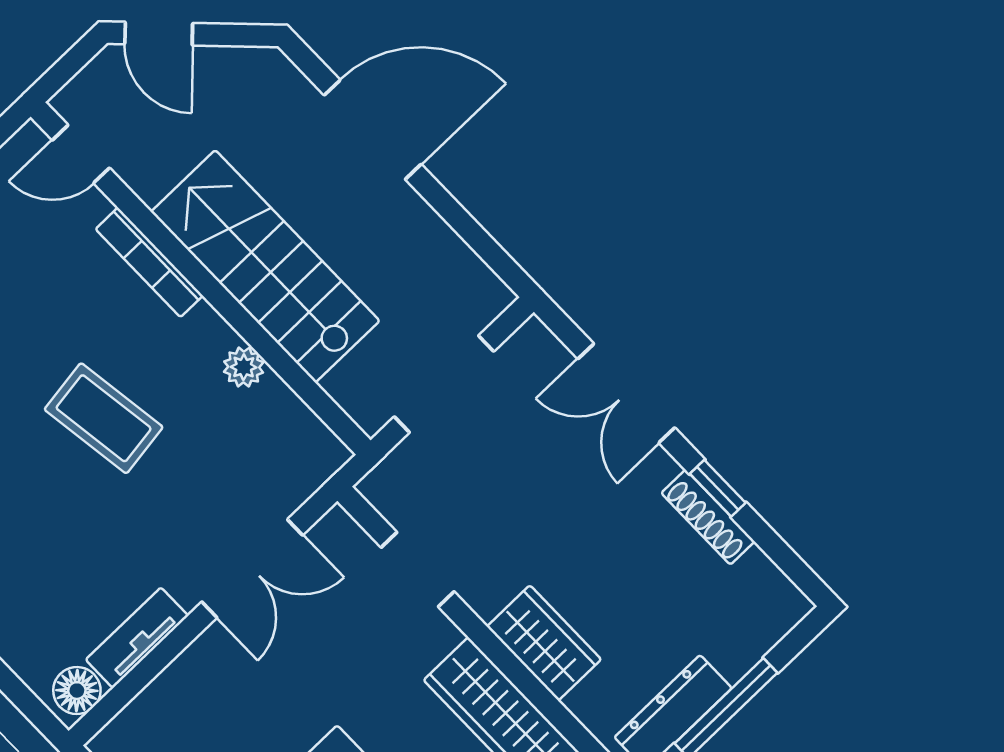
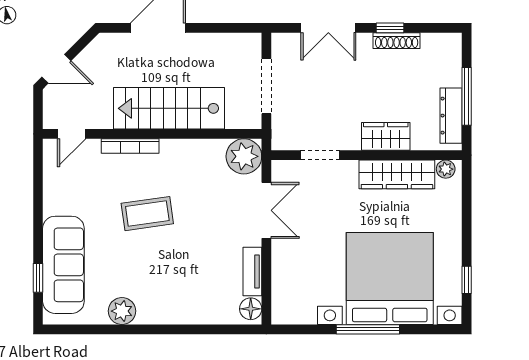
plant: (244, 367) -> (244, 156), moved, width x1.88, depth x1.88
coffee table: (104, 418) -> (147, 214), moved

